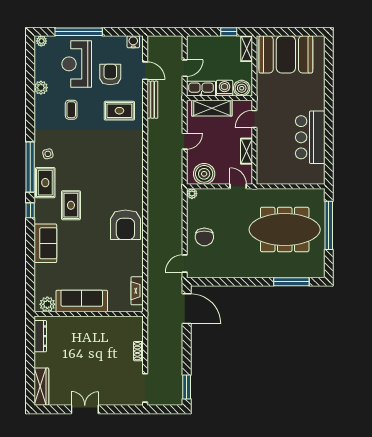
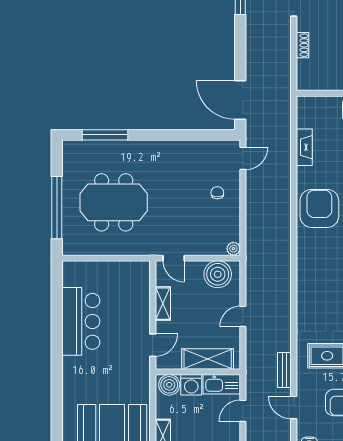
bench: (152, 100) -> (284, 370), width x0.73
meeting table: (285, 230) -> (114, 202), width x0.73
chair: (204, 237) -> (217, 193), width x0.54, depth x0.54
fireplace: (137, 291) -> (304, 147), moved

